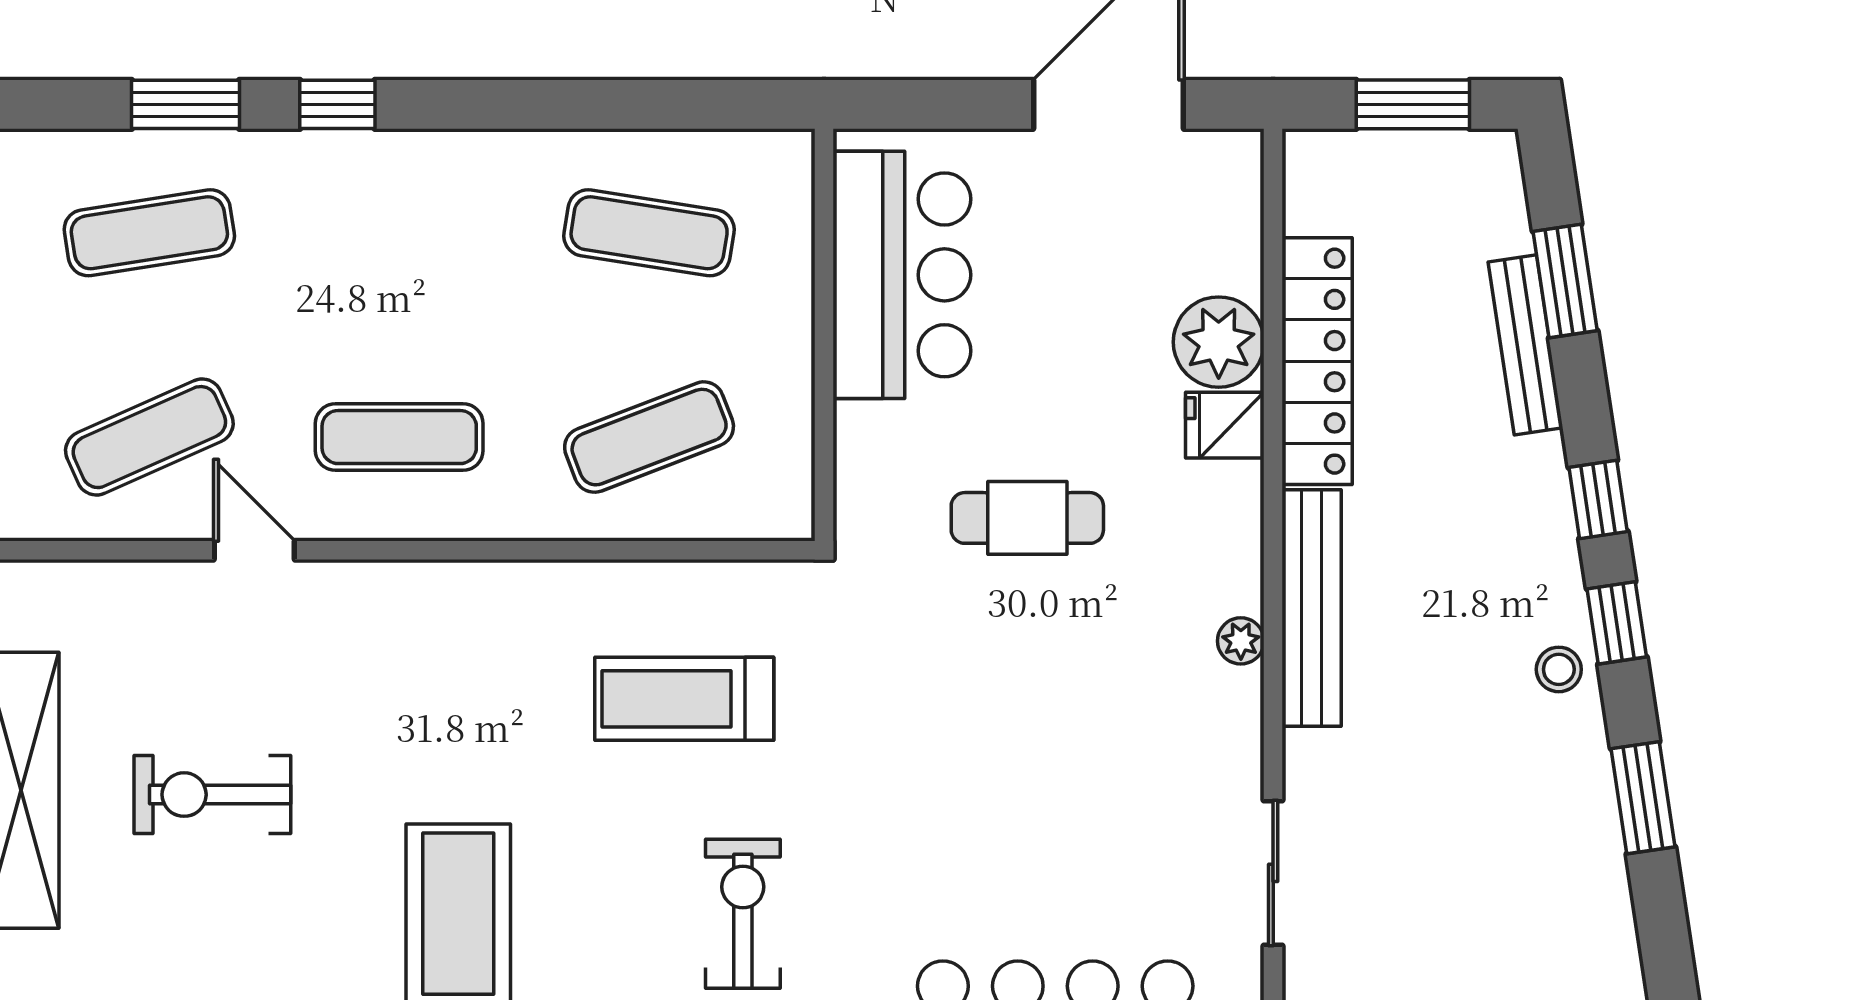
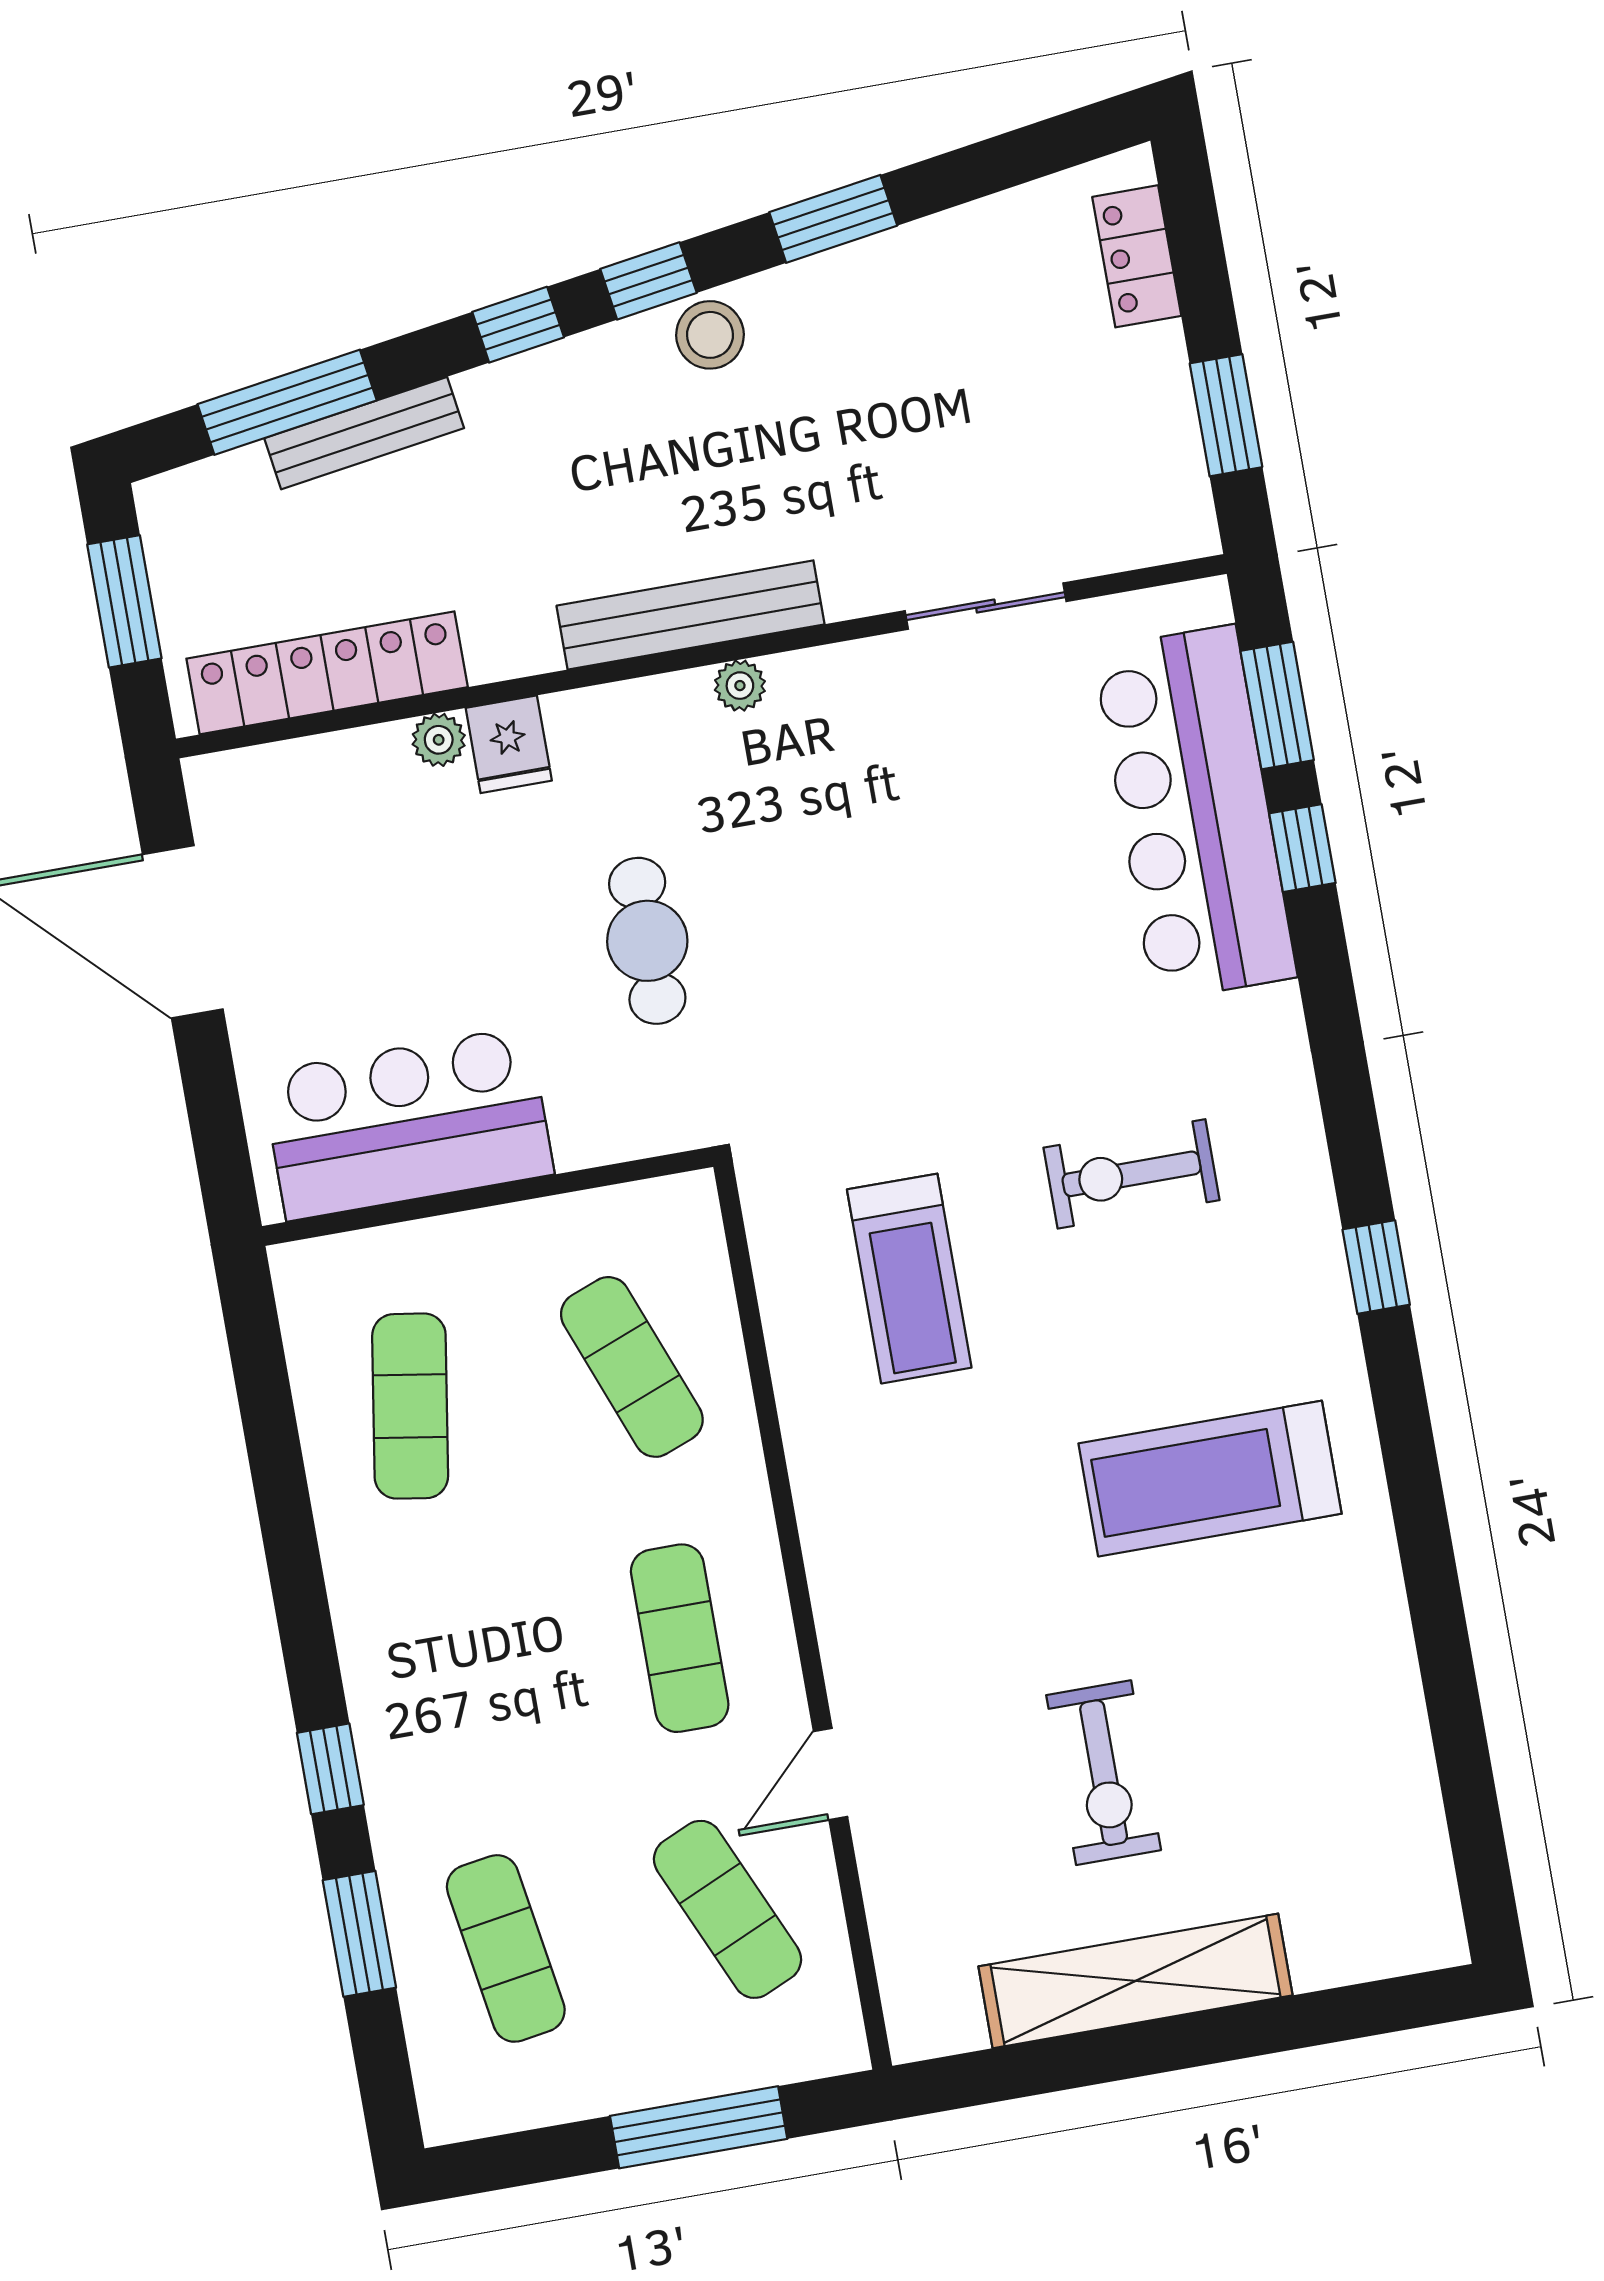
window: (1565, 281) -> (287, 402), width x1.44
plant: (1219, 342) -> (439, 740), width x0.53, depth x0.53
locker: (1317, 361) -> (327, 673), moved
stool: (1559, 669) -> (710, 335), width x1.37, depth x1.37

